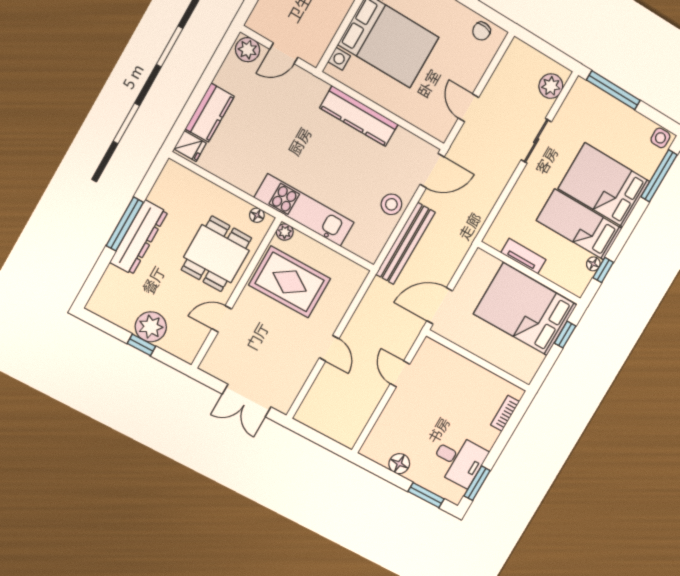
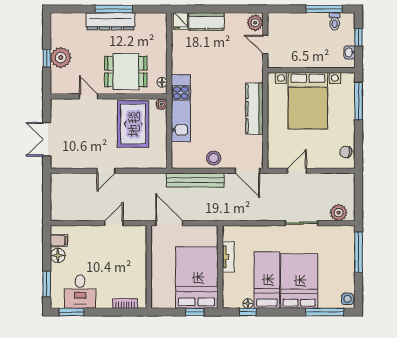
filing cabinet: (382, 453) -> (59, 241), added

